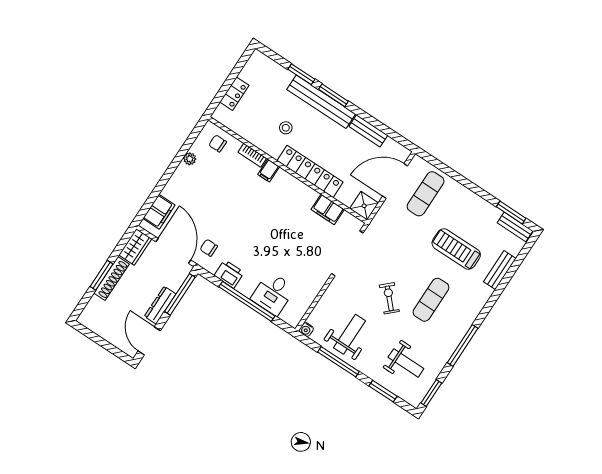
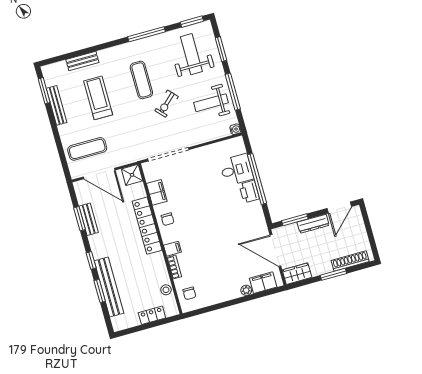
window: (333, 95) -> (91, 260), width x0.67
bench: (321, 102) -> (109, 287), moved
window: (377, 124) -> (80, 219), added
stool: (286, 128) -> (166, 290), moved
plant: (190, 159) -> (246, 290), moved
bench: (515, 227) -> (57, 105), moved, width x1.36
chair: (209, 248) -> (168, 219), moved
treadmill: (456, 249) -> (98, 98), turned 180
door: (173, 251) -> (275, 250), hinge flipped
printer: (229, 274) -> (249, 192), moved
shoe rack: (111, 279) -> (350, 261), moved
window: (180, 294) -> (295, 220), width x0.69
exercise mat: (431, 300) -> (141, 80), turned 90
weight bench: (406, 363) -> (191, 54), width x1.36, depth x1.33

